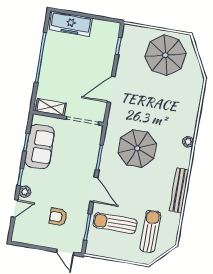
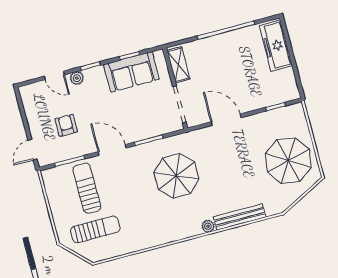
door: (94, 190) -> (112, 150), swing flipped
bench: (179, 190) -> (240, 217), moved

